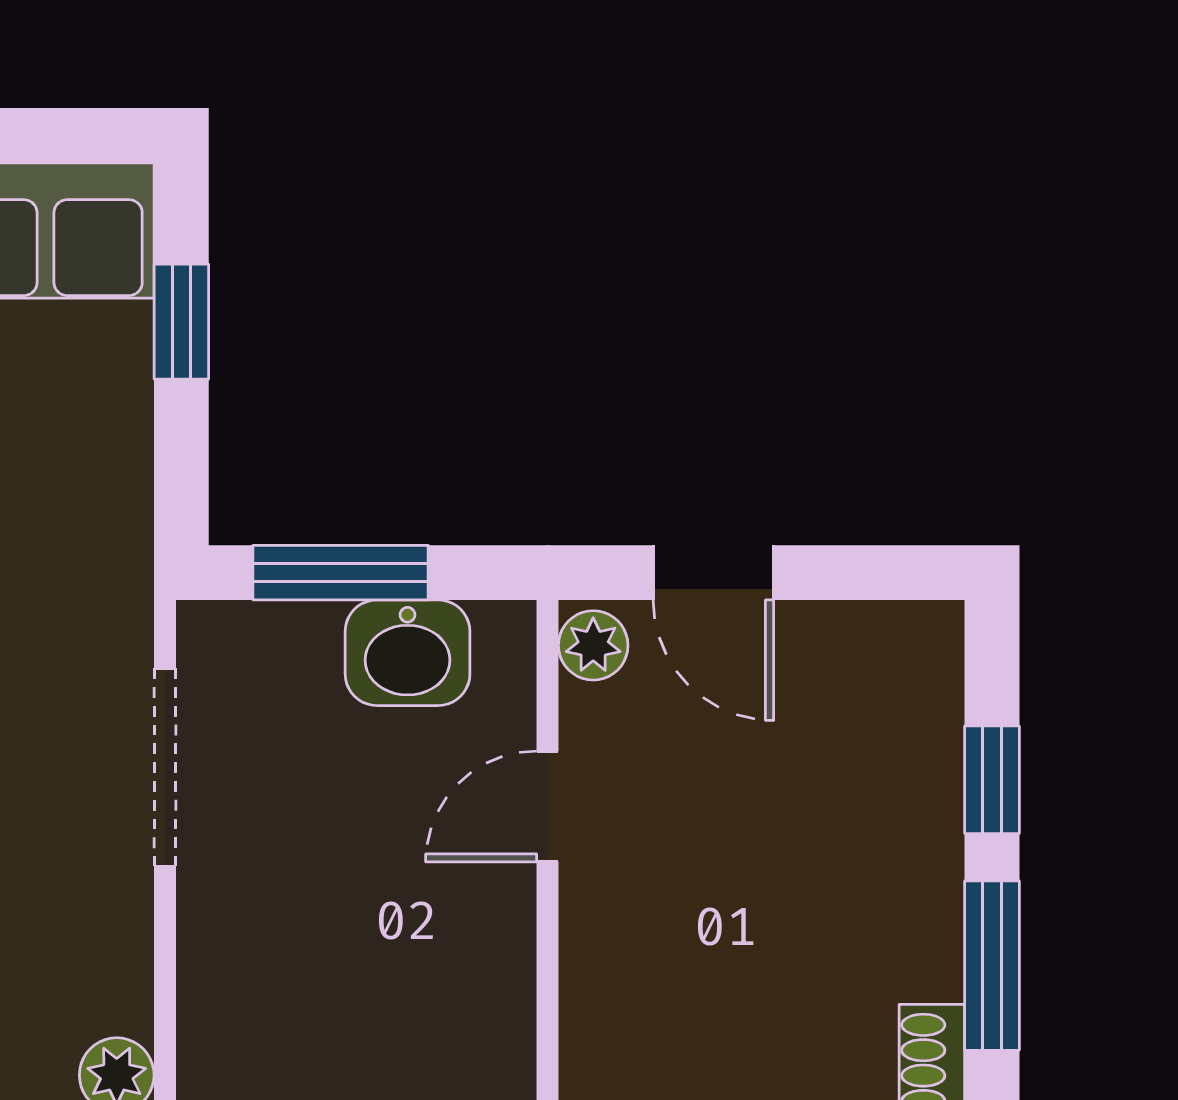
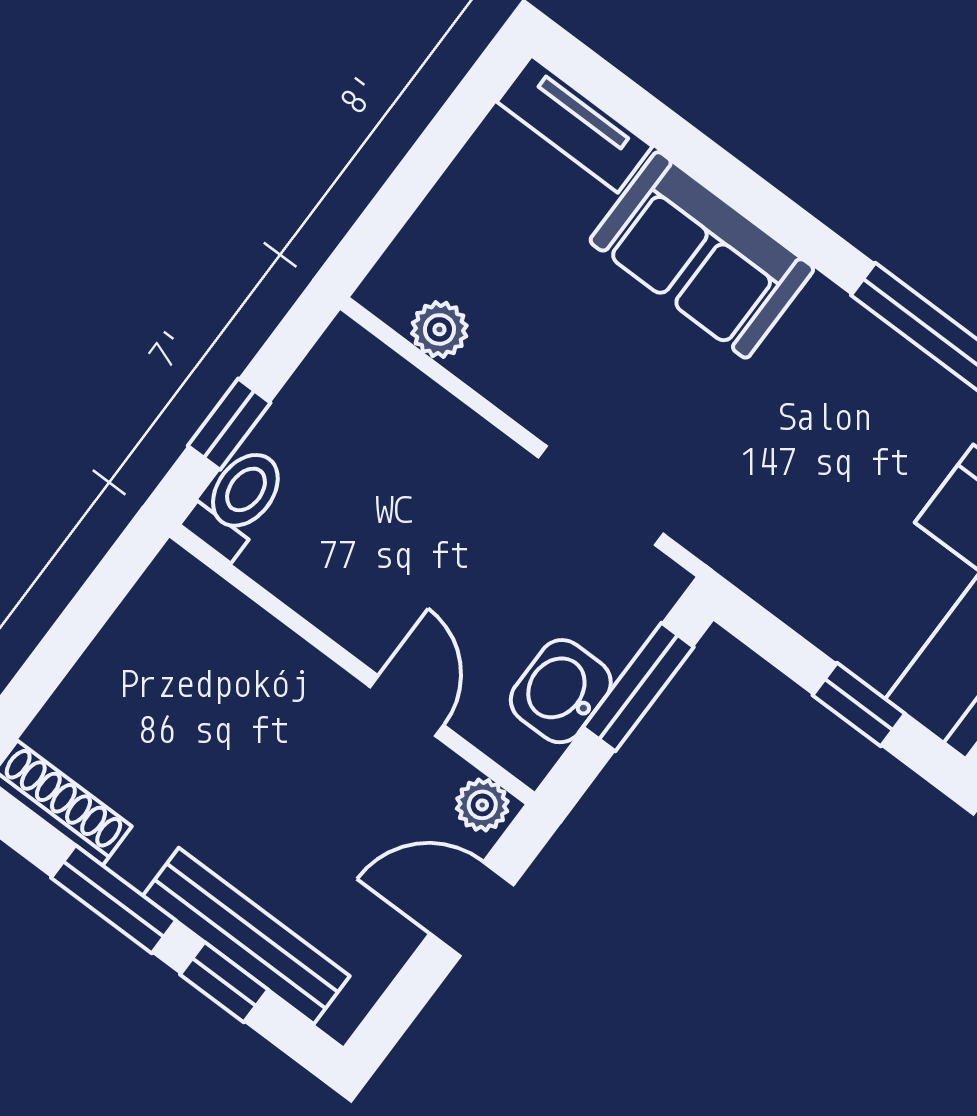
bench: (924, 793) -> (246, 936), added

